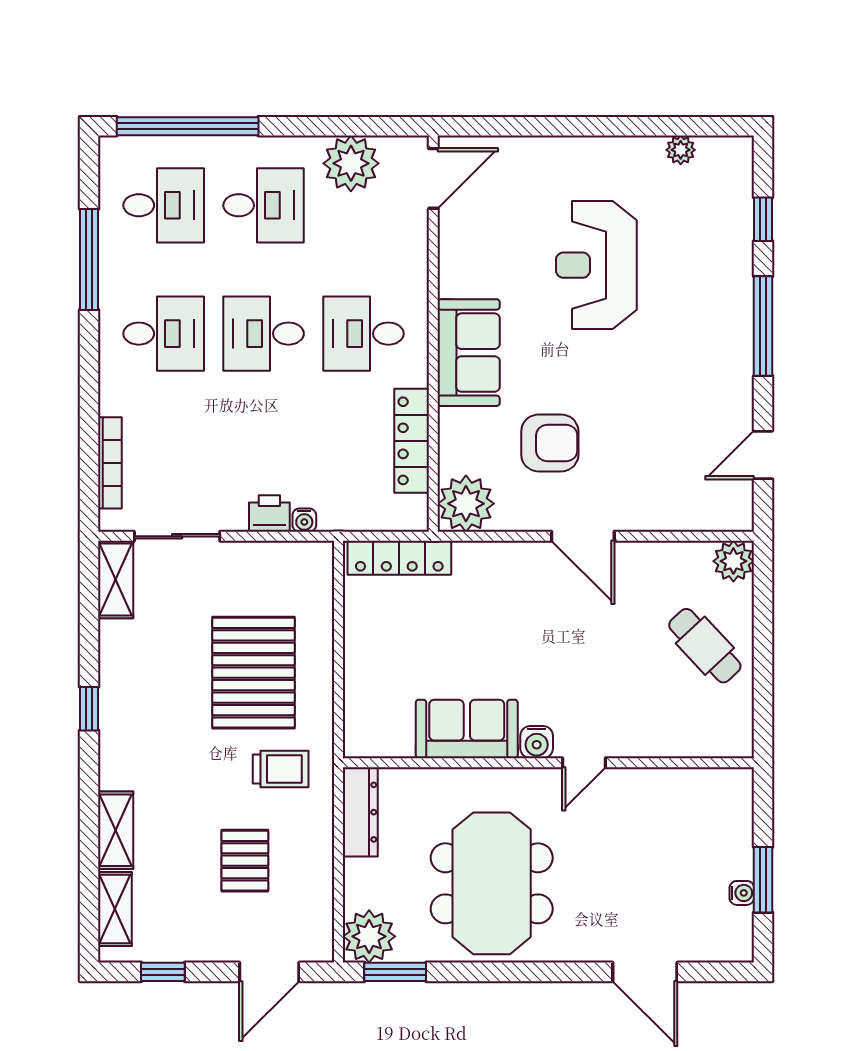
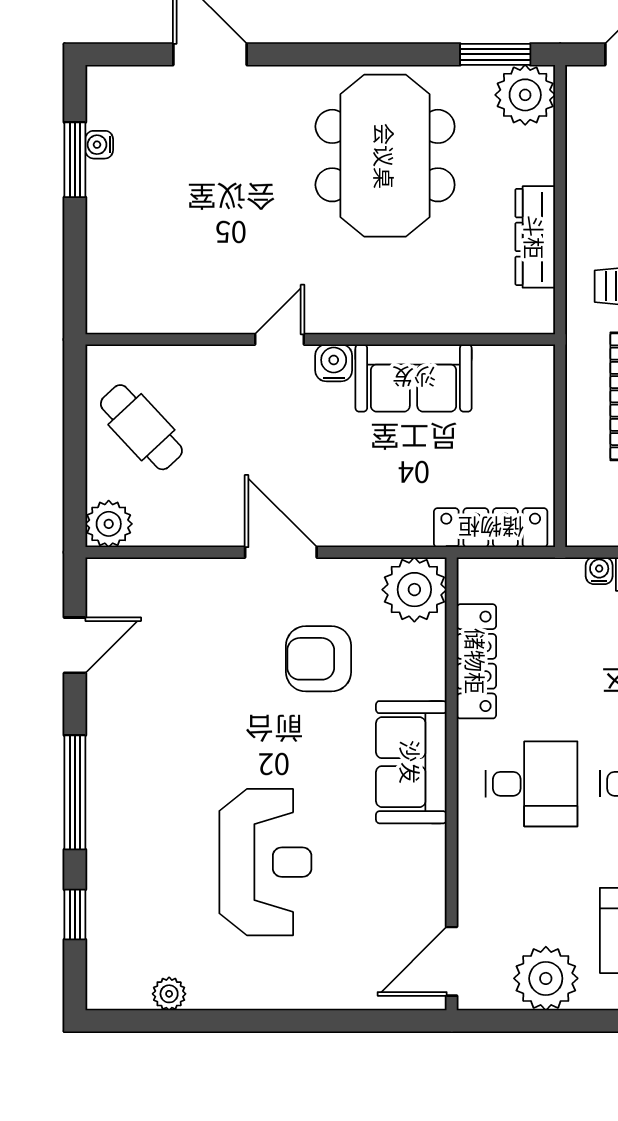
sofa: (467, 729) -> (414, 378), moved
water cooler: (537, 742) -> (334, 363), moved
wall: (548, 763) -> (320, 339), moved
door: (584, 763) -> (280, 339), moved

